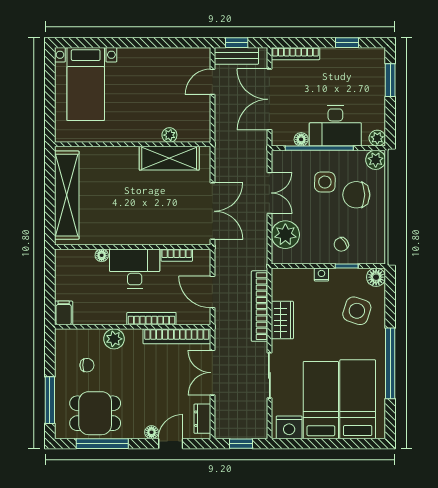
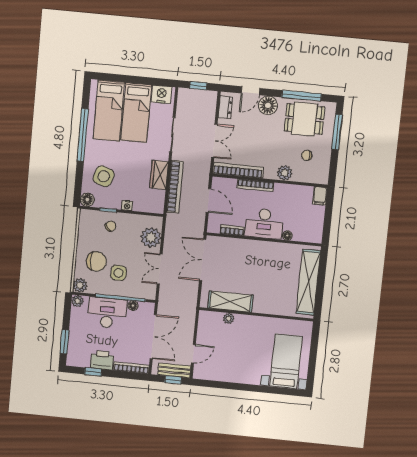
printer: (336, 60) -> (102, 360), added
floor lamp: (151, 432) -> (268, 105), width x1.89, depth x1.89

